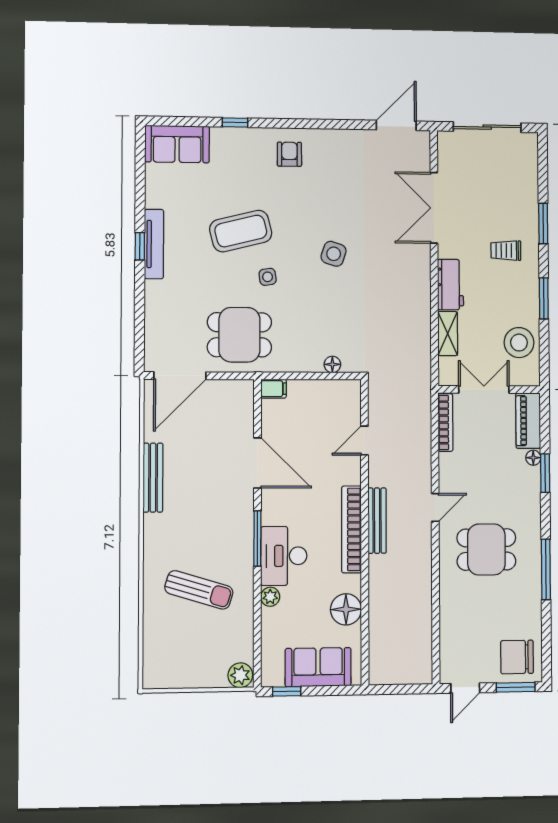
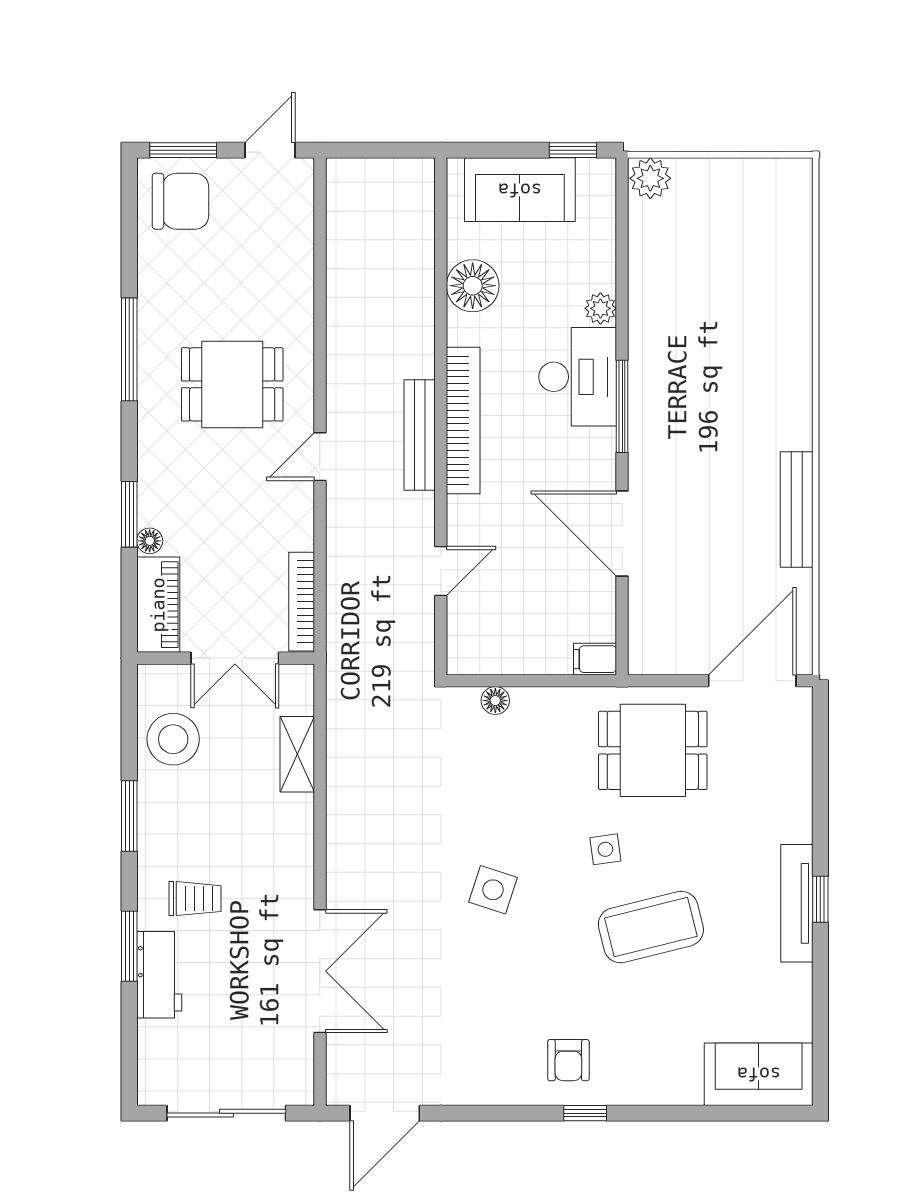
window: (235, 122) -> (585, 1113), moved
workbench: (450, 285) -> (159, 975), moved, turned 180
sun lounger: (199, 590) -> (720, 321), removed

